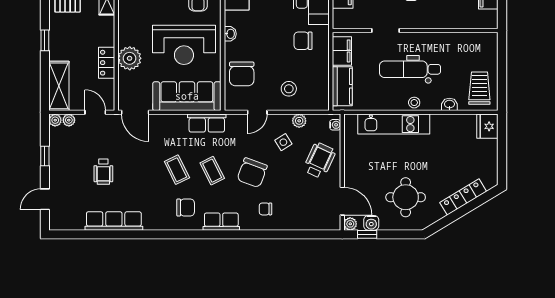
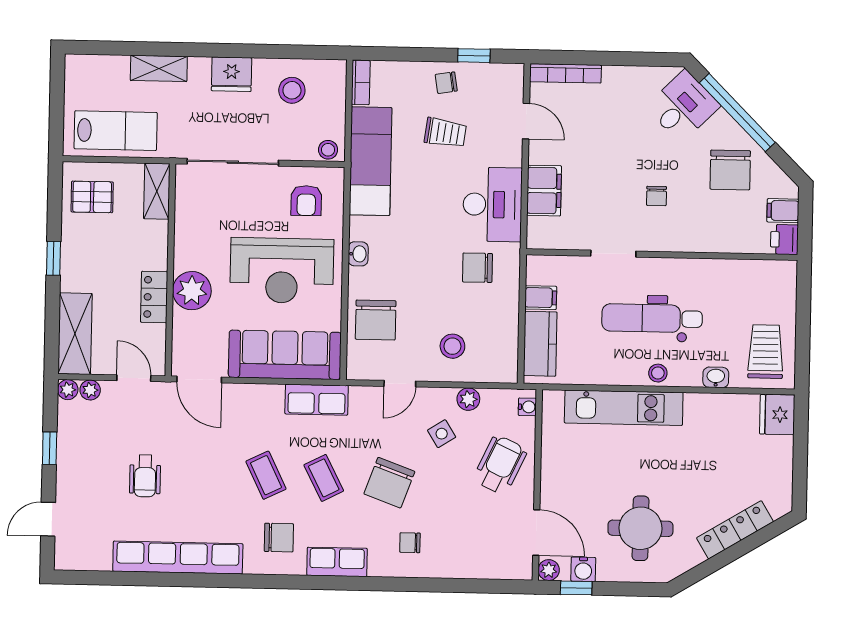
printer: (490, 20) -> (784, 240), added
filing cabinet: (342, 51) -> (541, 298), width x0.50
row of seats: (114, 221) -> (178, 558), width x1.36

